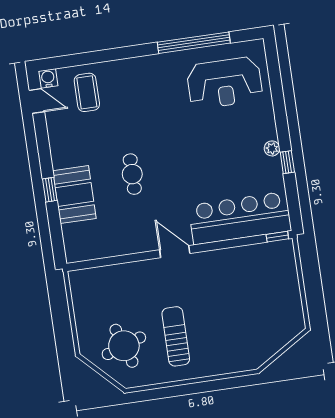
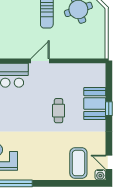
coffee table: (87, 92) -> (78, 163), width x1.36, depth x1.32
door: (175, 252) -> (40, 61), swing flipped

